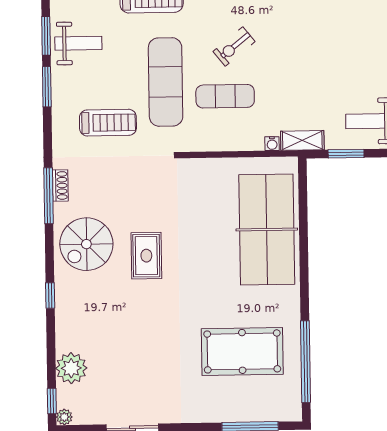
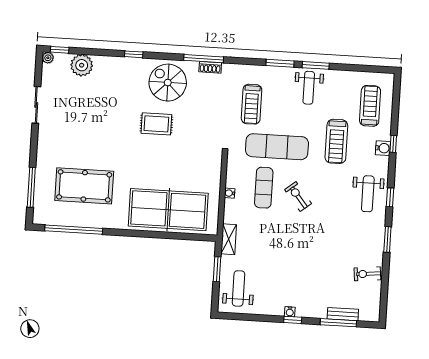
water cooler: (272, 144) -> (230, 193), moved
pool table: (242, 351) -> (84, 186), turned 90

